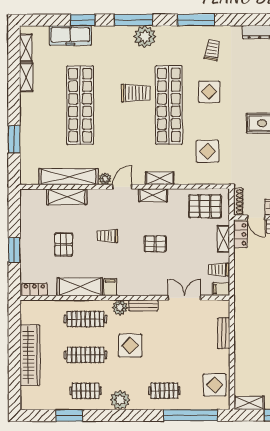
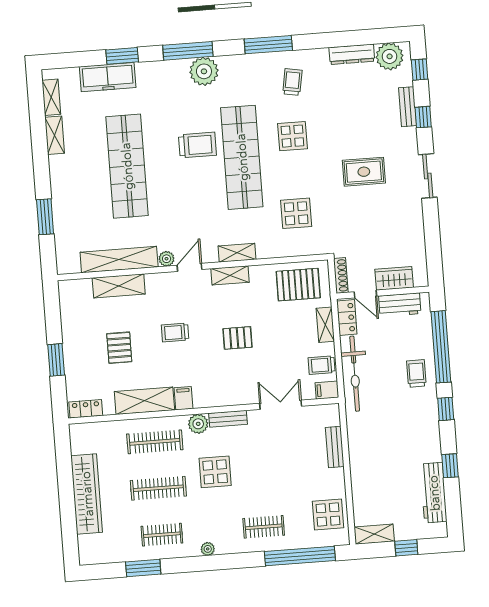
bicycle: (243, 278) -> (355, 374), added
plant: (120, 400) -> (208, 549), width x0.53, depth x0.53

